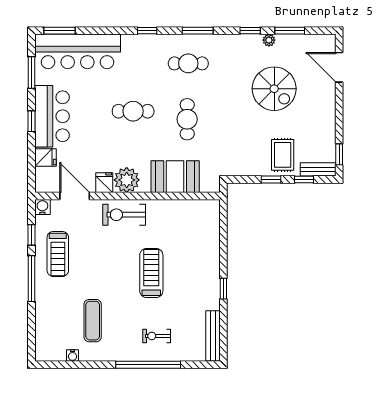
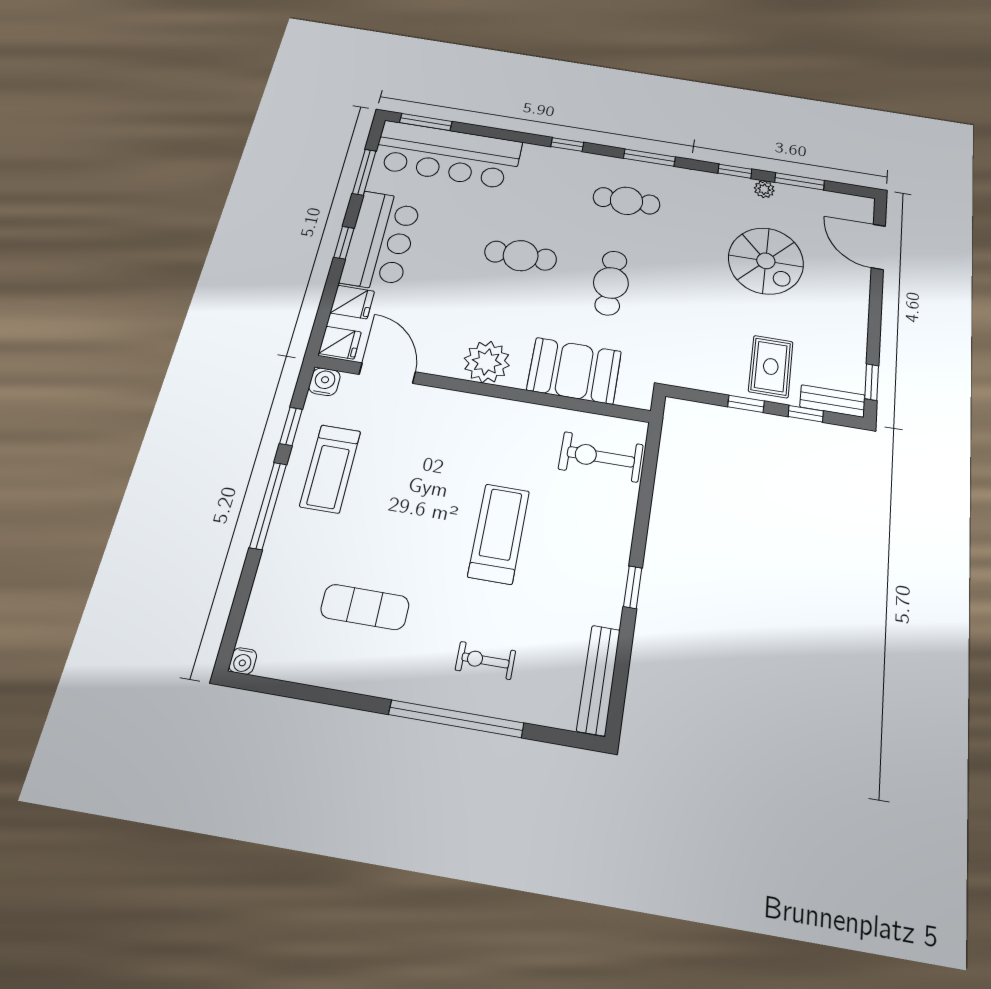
fridge: (104, 183) -> (340, 343), moved, turned 90
exercise bike: (124, 215) -> (601, 457), moved
exercise mat: (93, 321) -> (365, 607), turned 90
water cooler: (72, 356) -> (243, 661), moved

